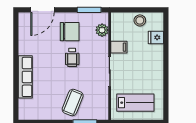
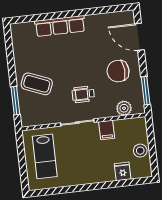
chair: (70, 32) -> (118, 71), turned 86
wheelchair: (72, 57) -> (83, 94), moved

